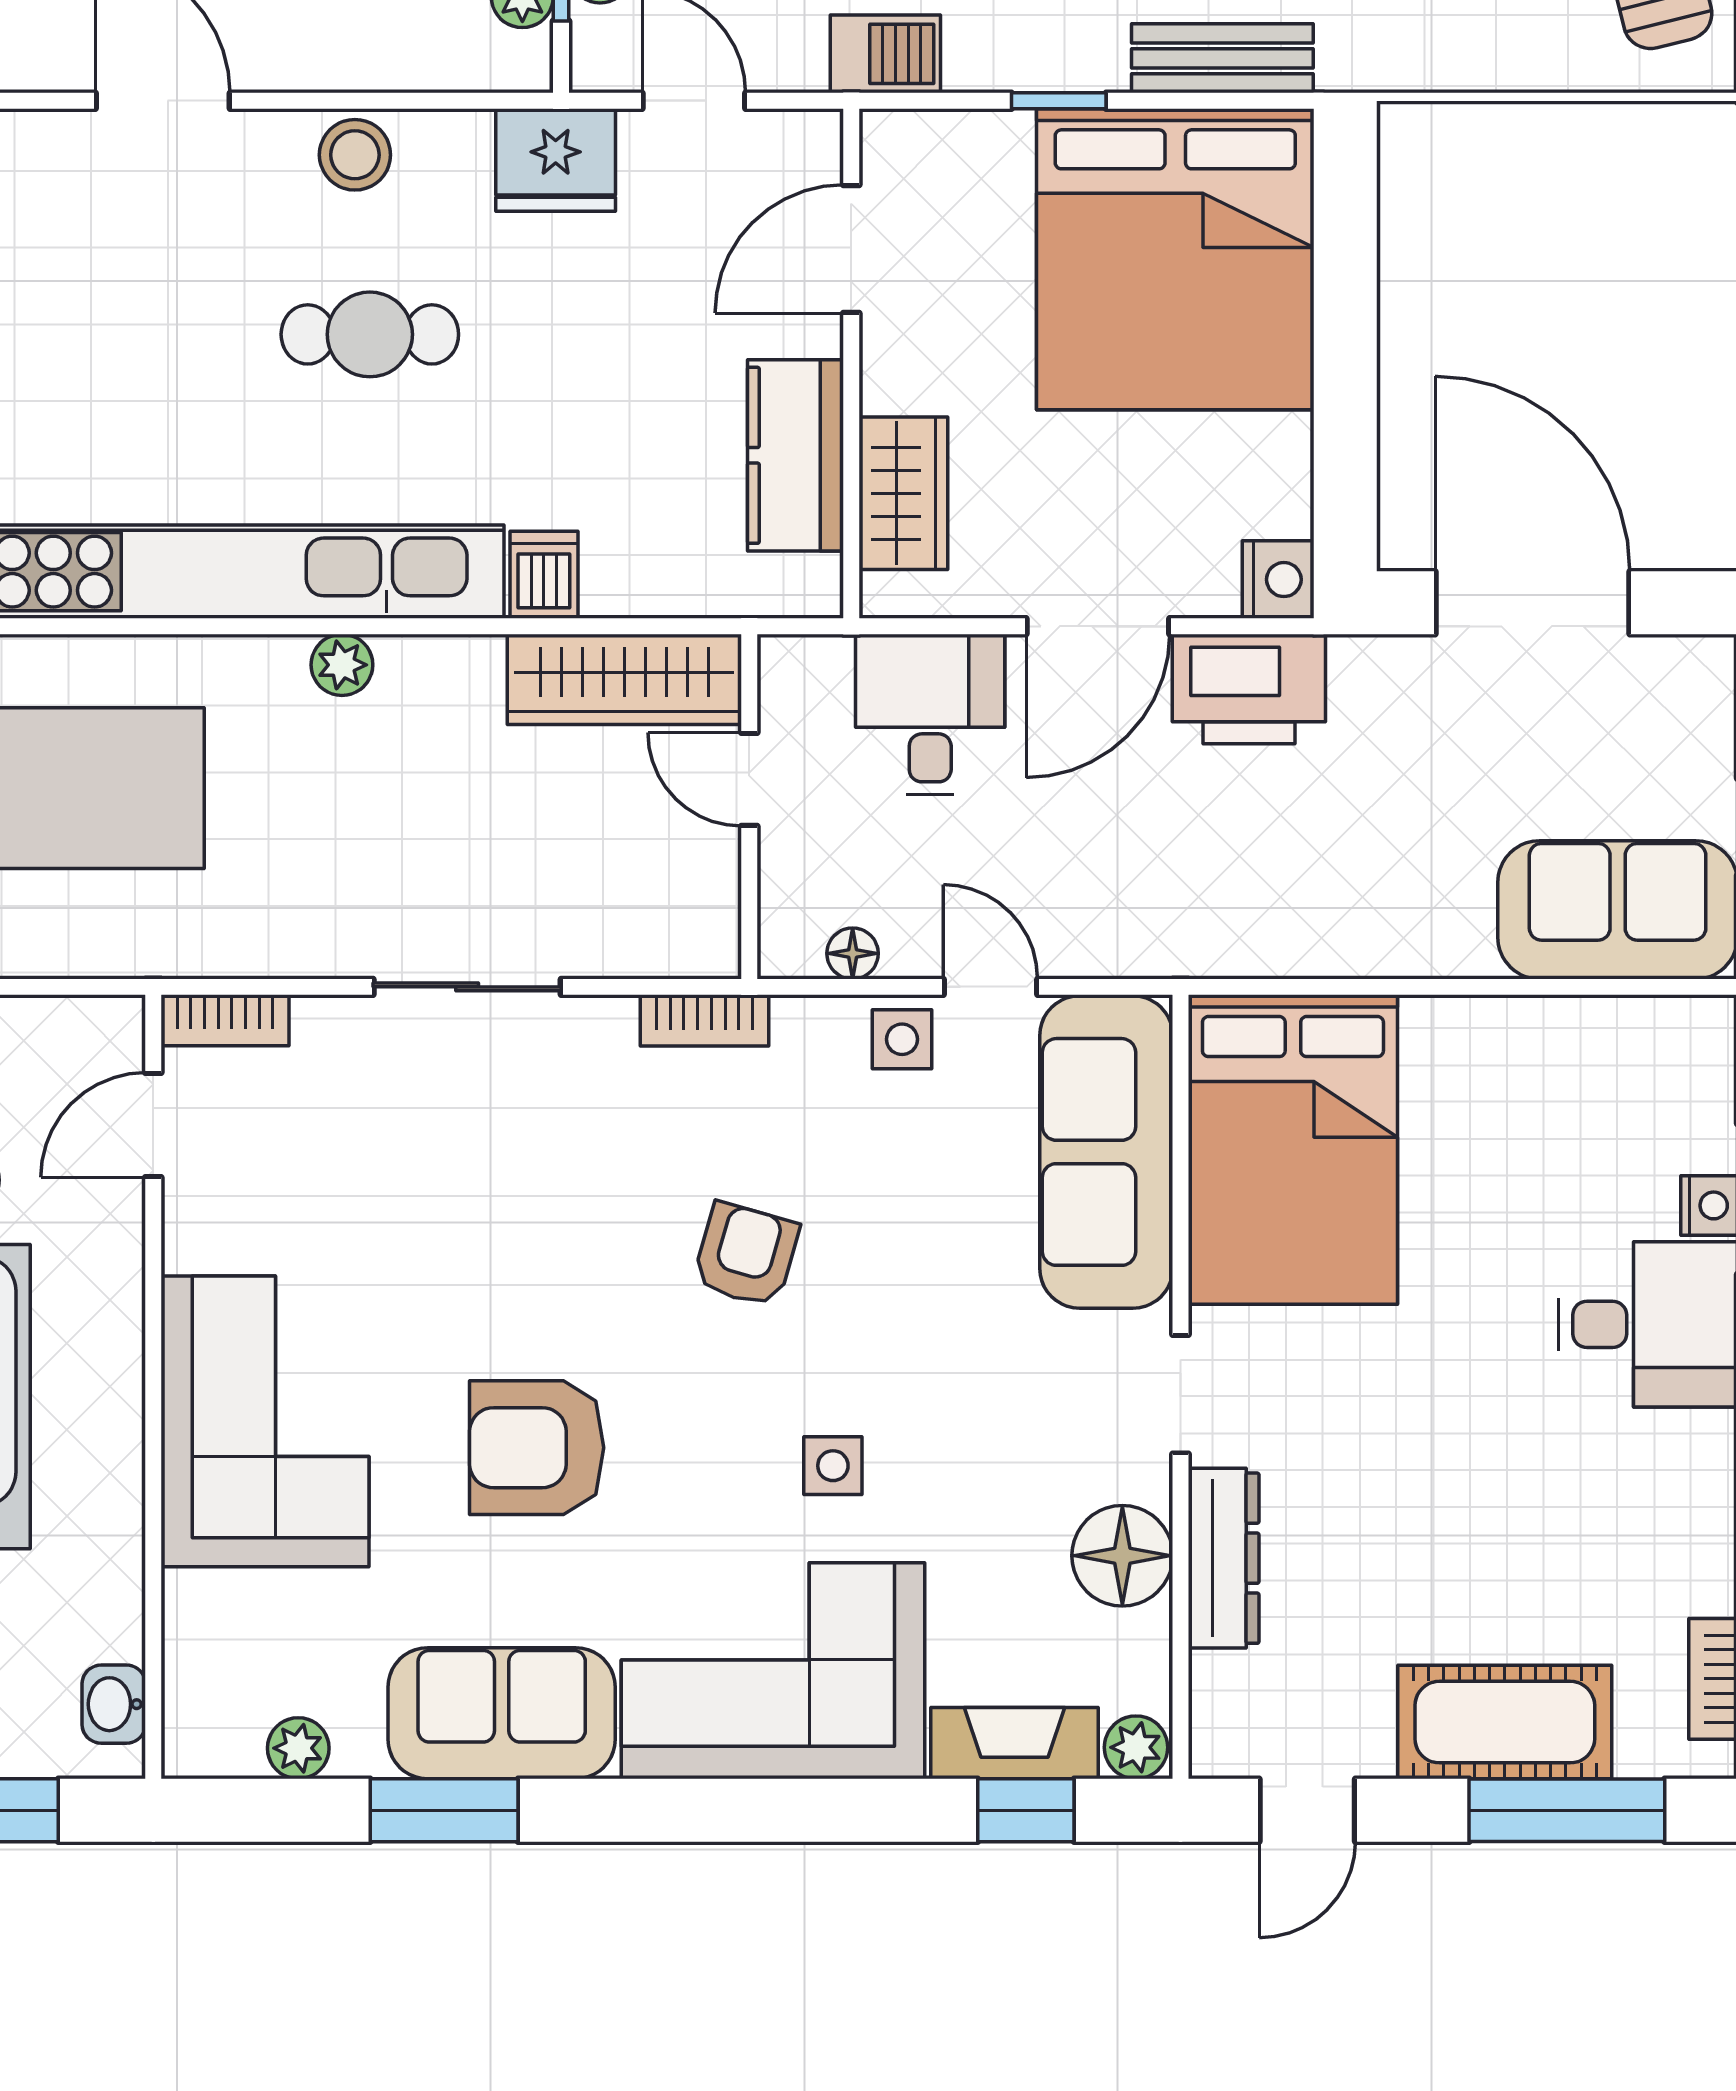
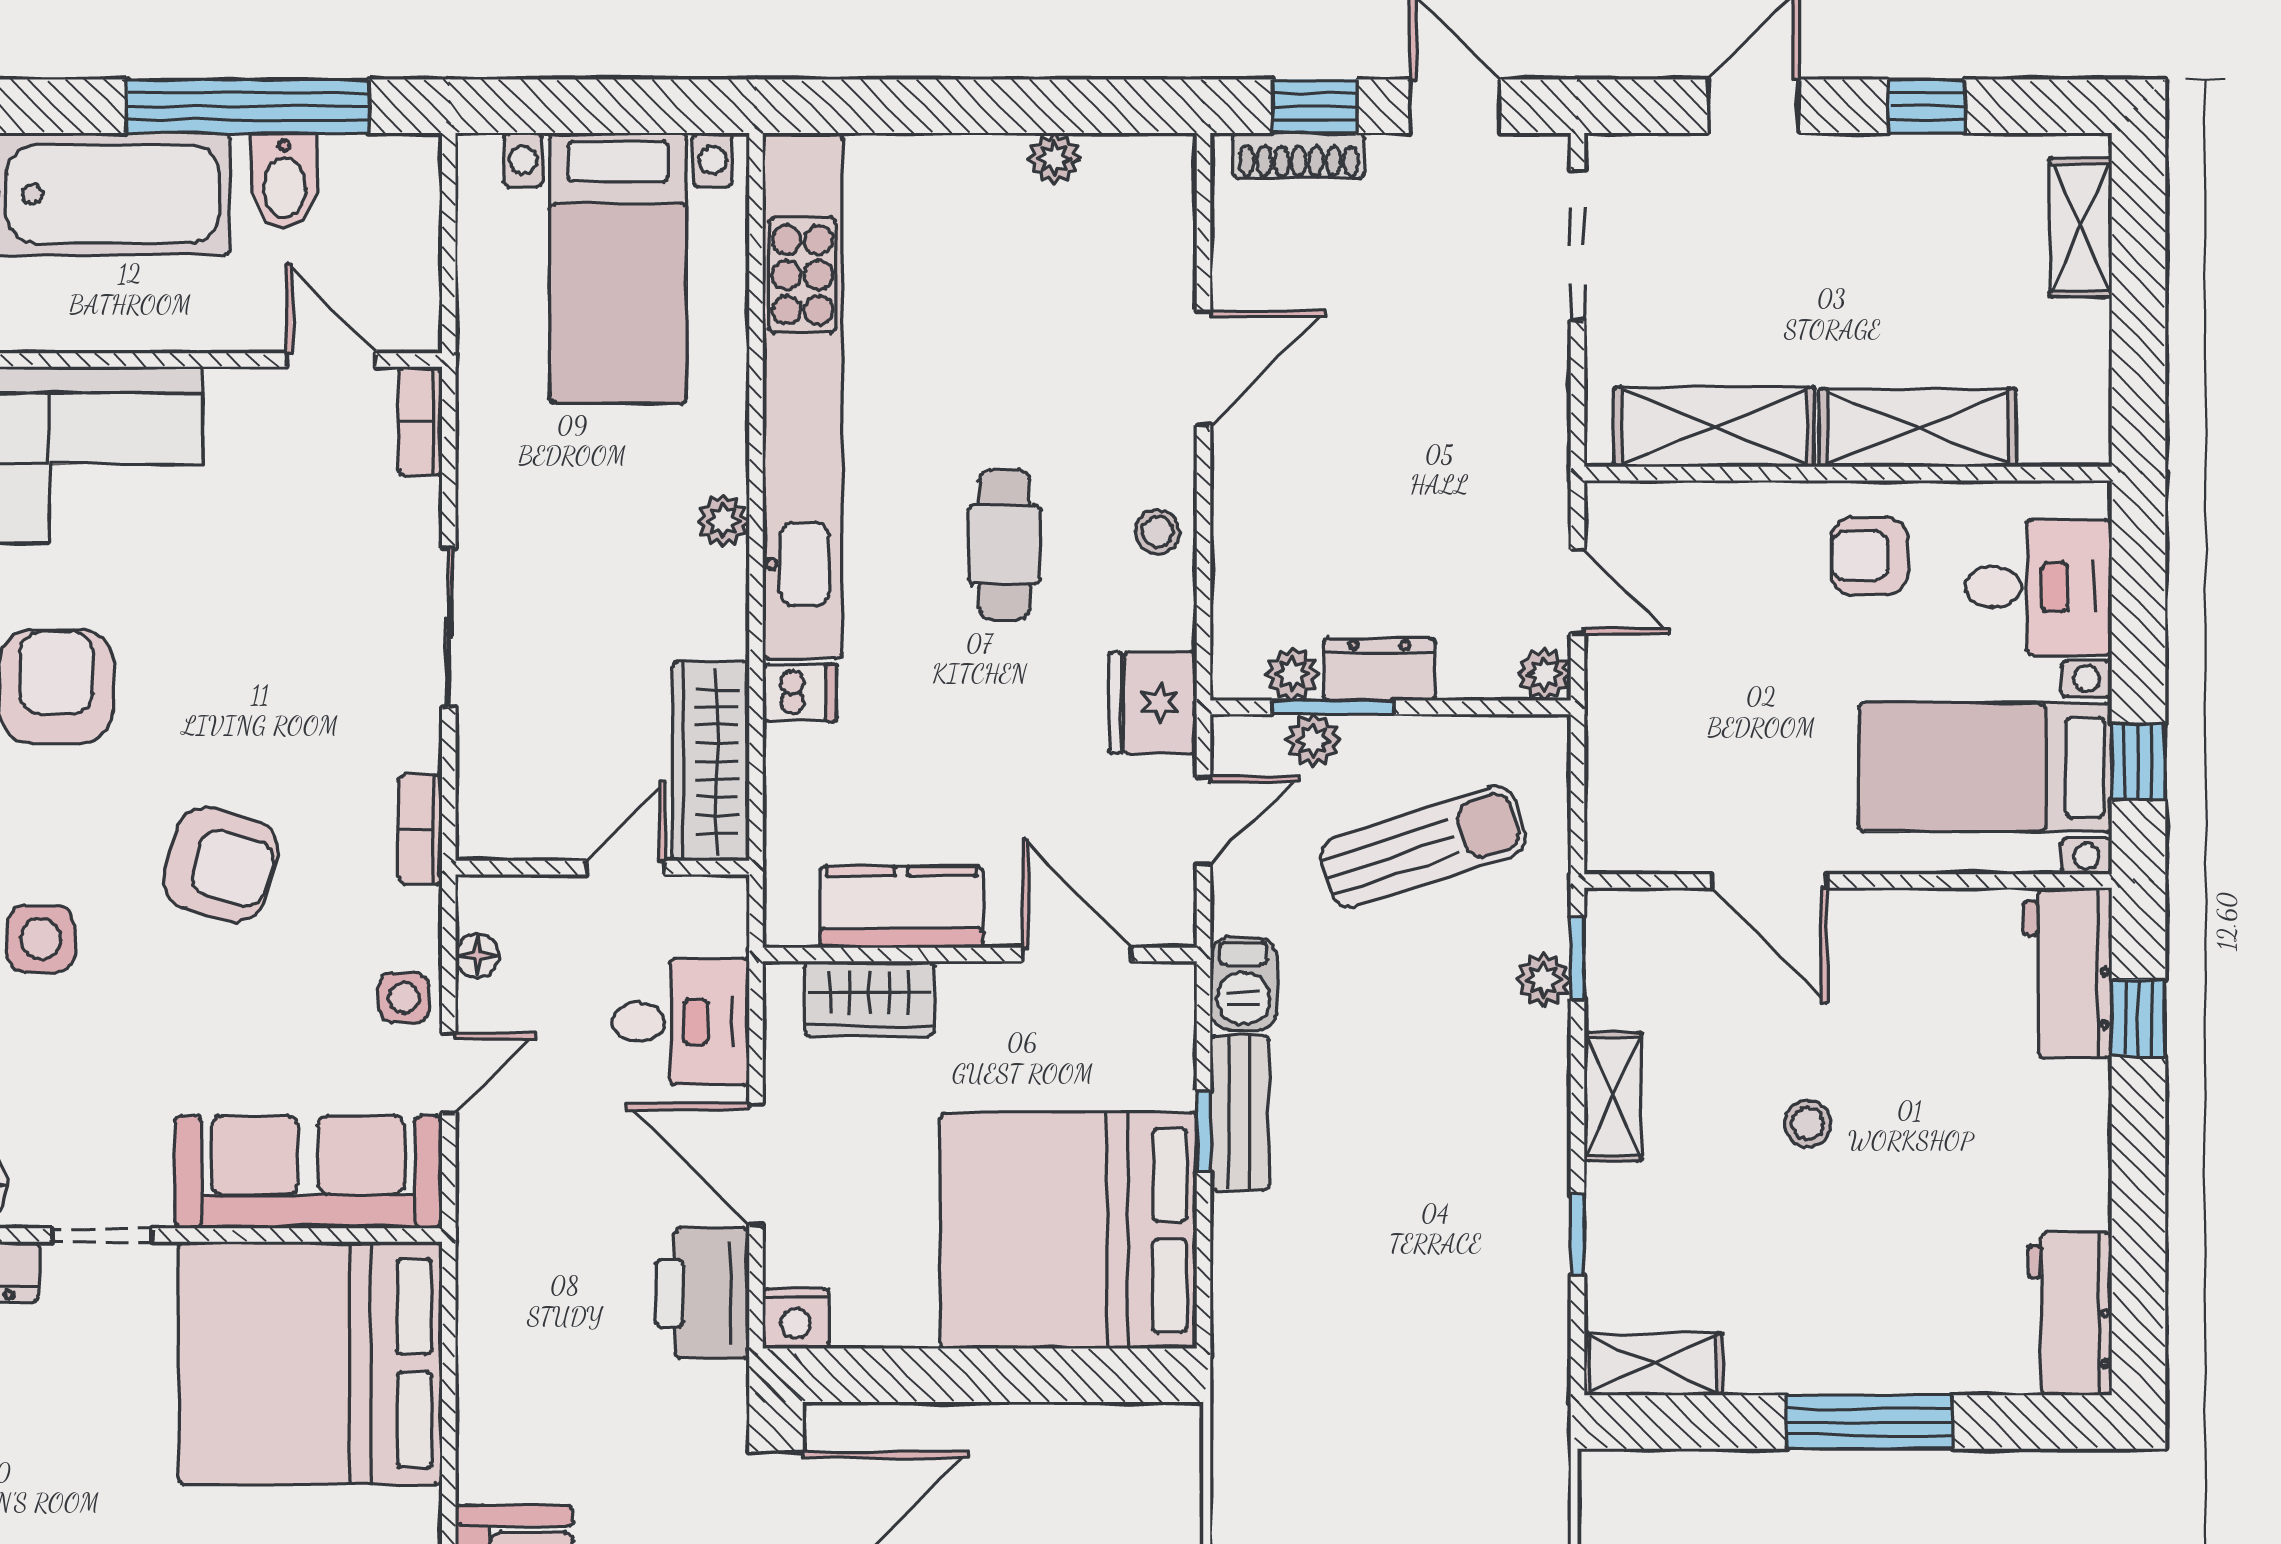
bench: (1222, 58) -> (1240, 1113), moved
stool: (355, 155) -> (1157, 532), width x0.73, depth x0.73
bed: (1293, 1150) -> (310, 1363), width x1.36
armchair: (746, 1255) -> (221, 865), width x1.38, depth x1.38
side table: (833, 1466) -> (41, 939), width x1.37, depth x1.37

